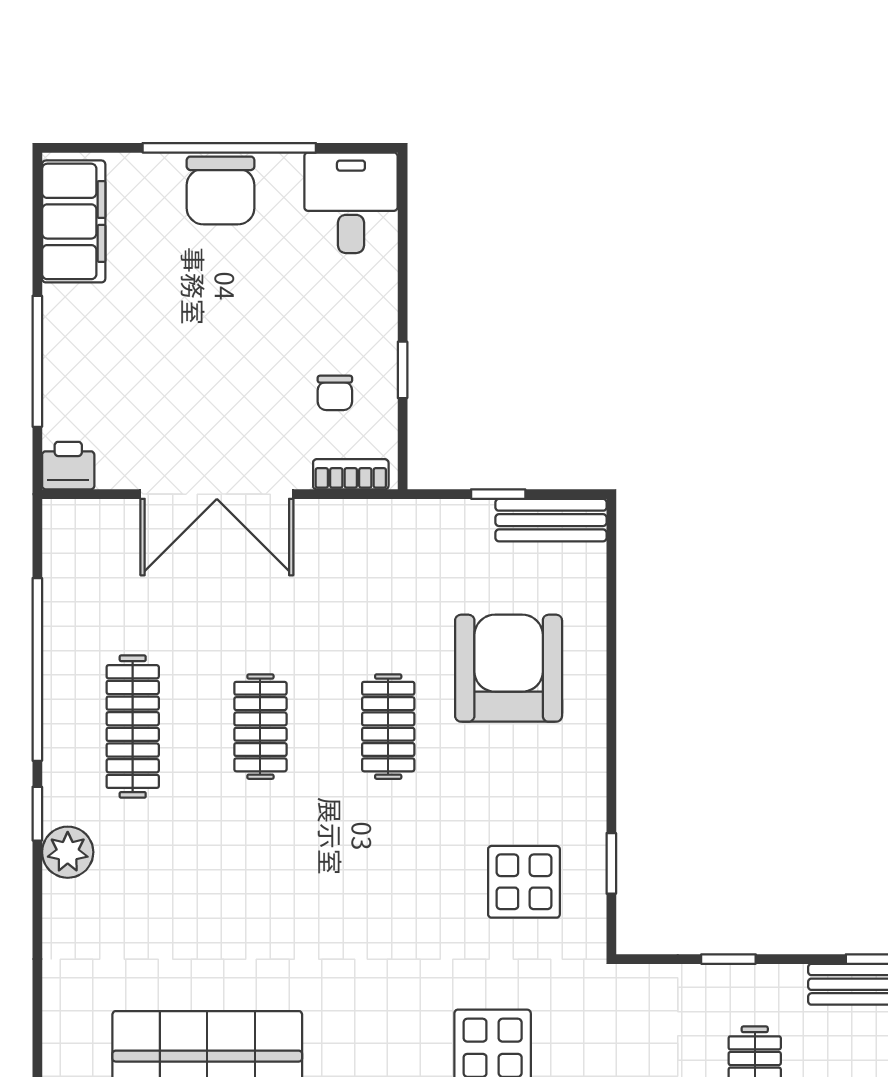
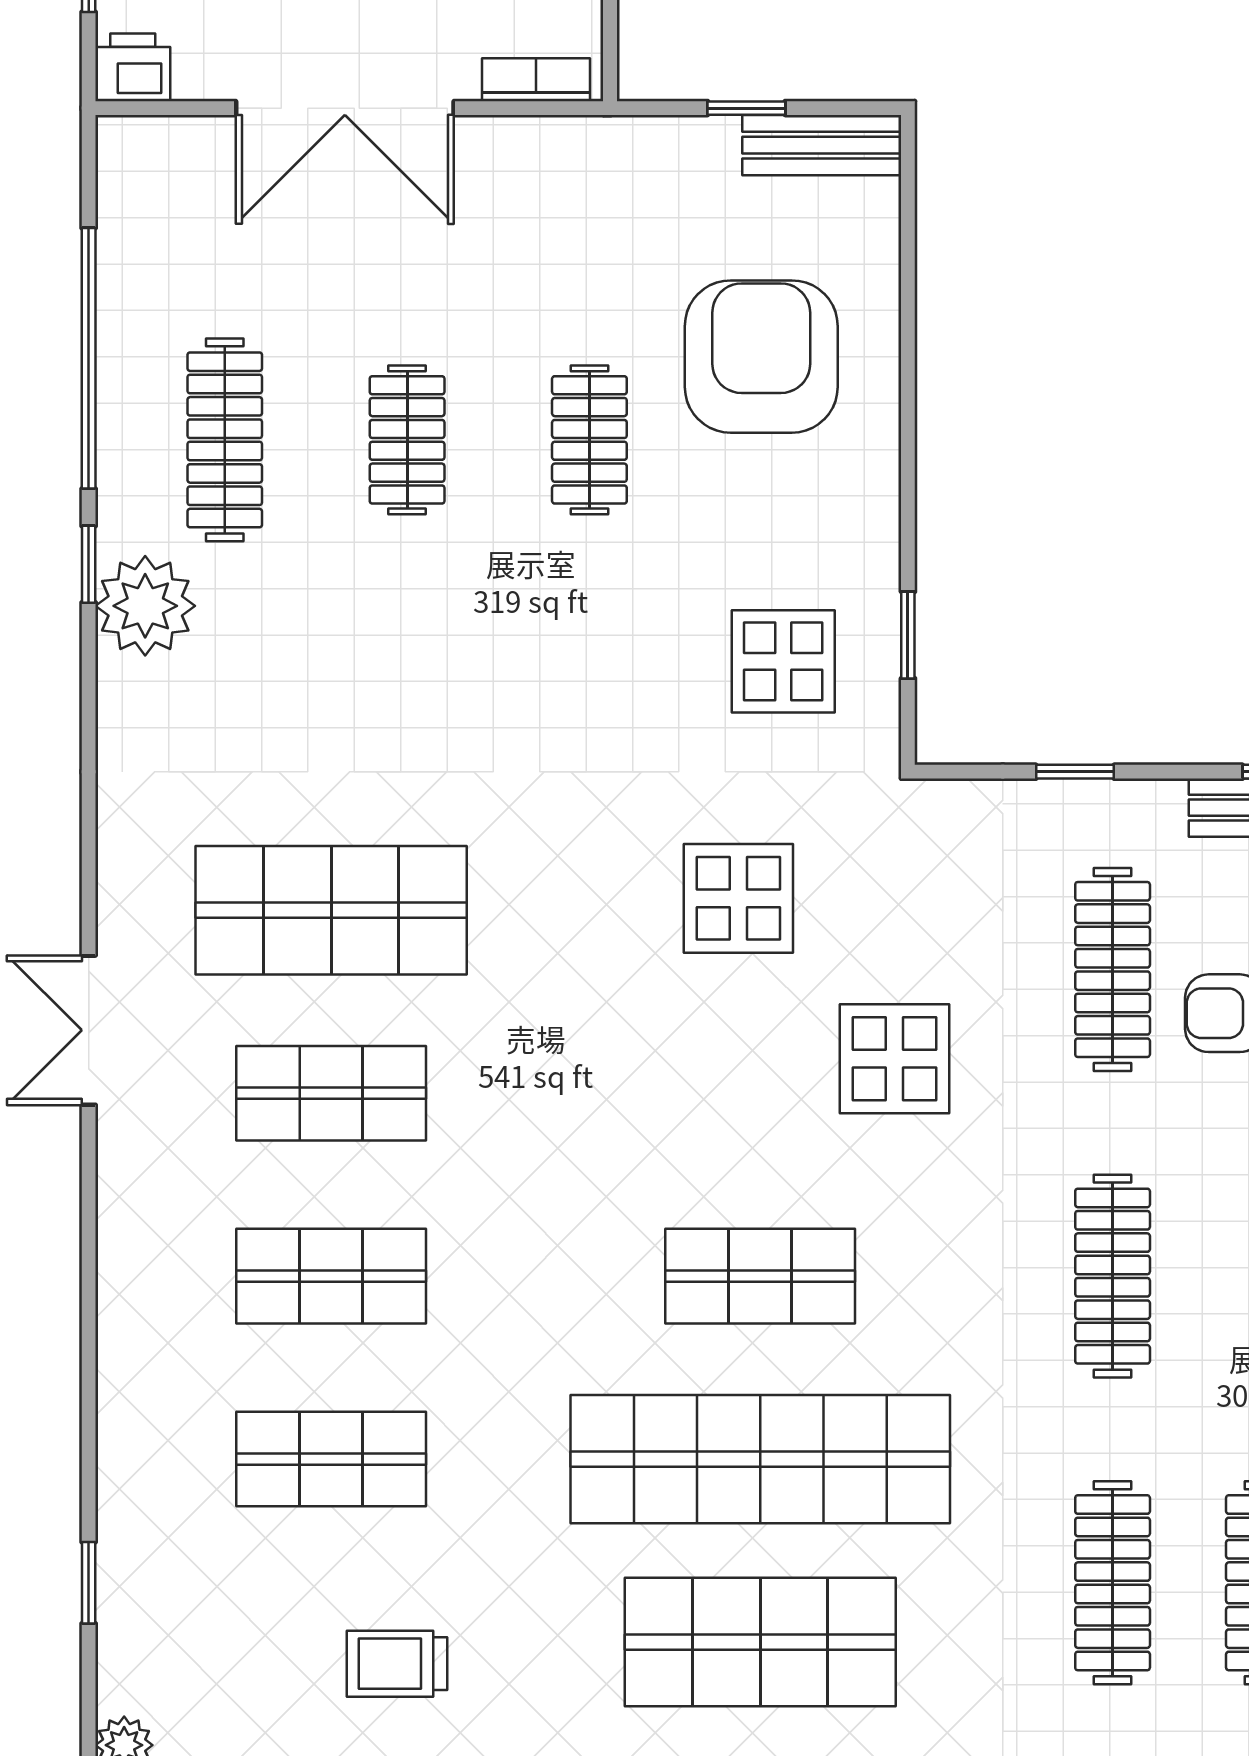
plant: (68, 852) -> (145, 606), width x1.36, depth x1.36

